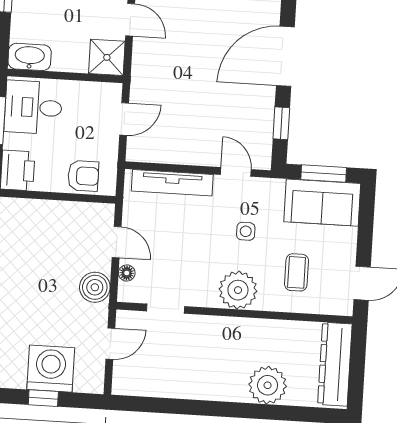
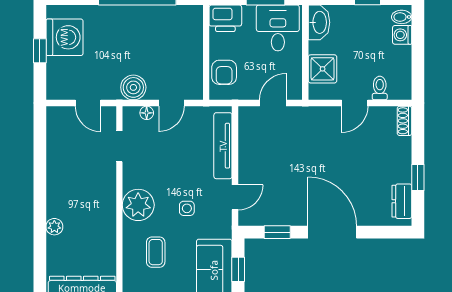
shower: (107, 57) -> (323, 69), moved
door: (124, 119) -> (273, 103), swing flipped
window: (324, 174) -> (238, 269), width x0.67
coffee table: (297, 272) -> (156, 252), turned 90
washing machine: (51, 369) -> (64, 37), moved
plant: (268, 385) -> (54, 227), width x0.53, depth x0.53

